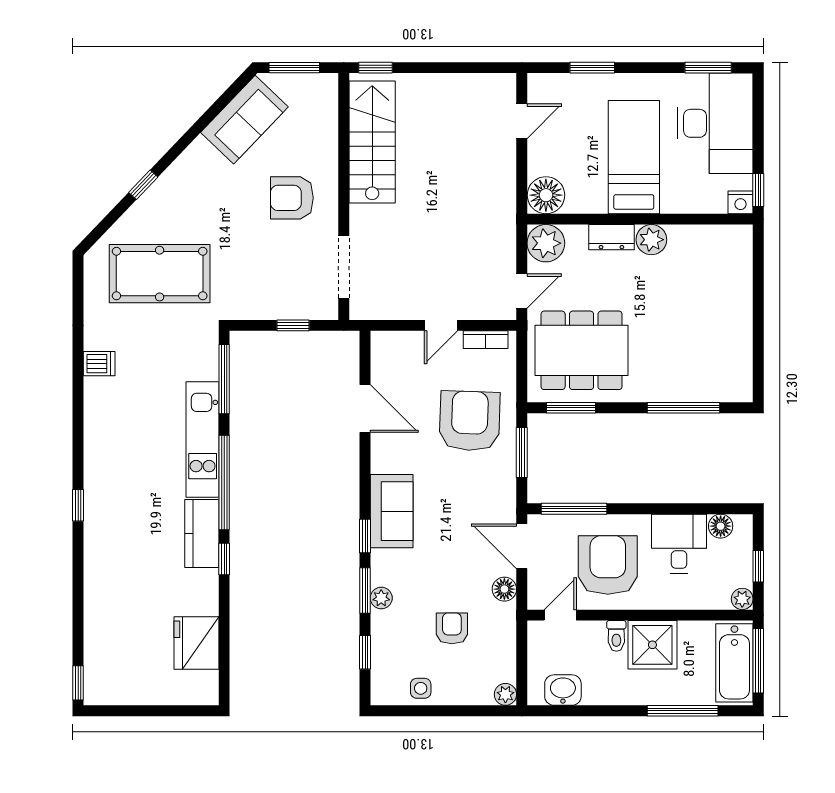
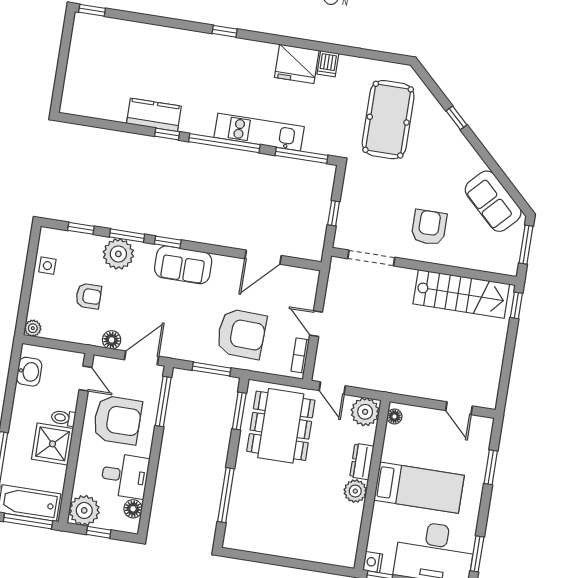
floor lamp: (546, 195) -> (394, 417), width x0.53, depth x0.53
kitchen counter: (202, 534) -> (154, 115), moved
plant: (381, 598) -> (118, 254), width x1.88, depth x1.88
plant: (742, 599) -> (84, 510), width x1.88, depth x1.88
fridge: (197, 643) -> (297, 64), moved, turned 180

